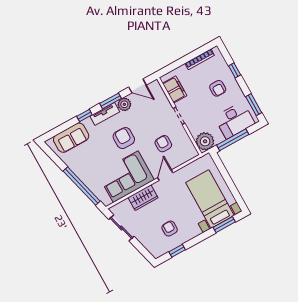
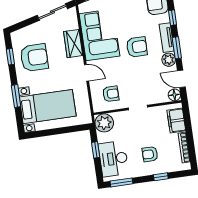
door: (138, 86) -> (181, 79), hinge flipped
floor lamp: (155, 87) -> (174, 95), added
filing cabinet: (175, 89) -> (176, 121), moved, turned 90
window: (233, 140) -> (96, 150), width x0.46
armchair: (163, 144) -> (111, 94), moved
window: (224, 225) -> (16, 96), moved
armchair: (170, 229) -> (34, 58), width x1.88, depth x1.88

